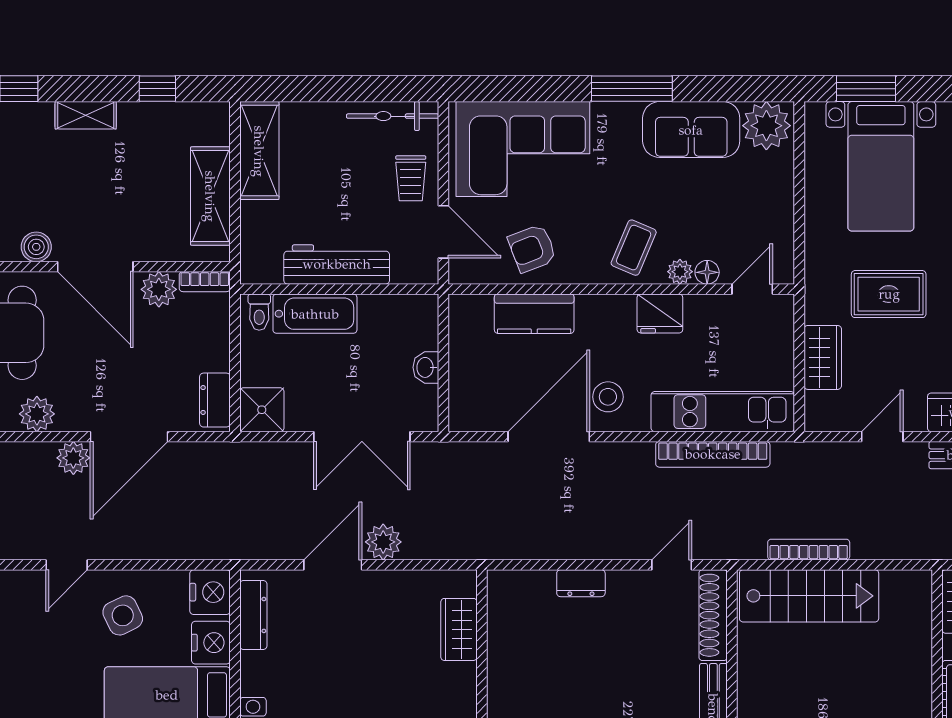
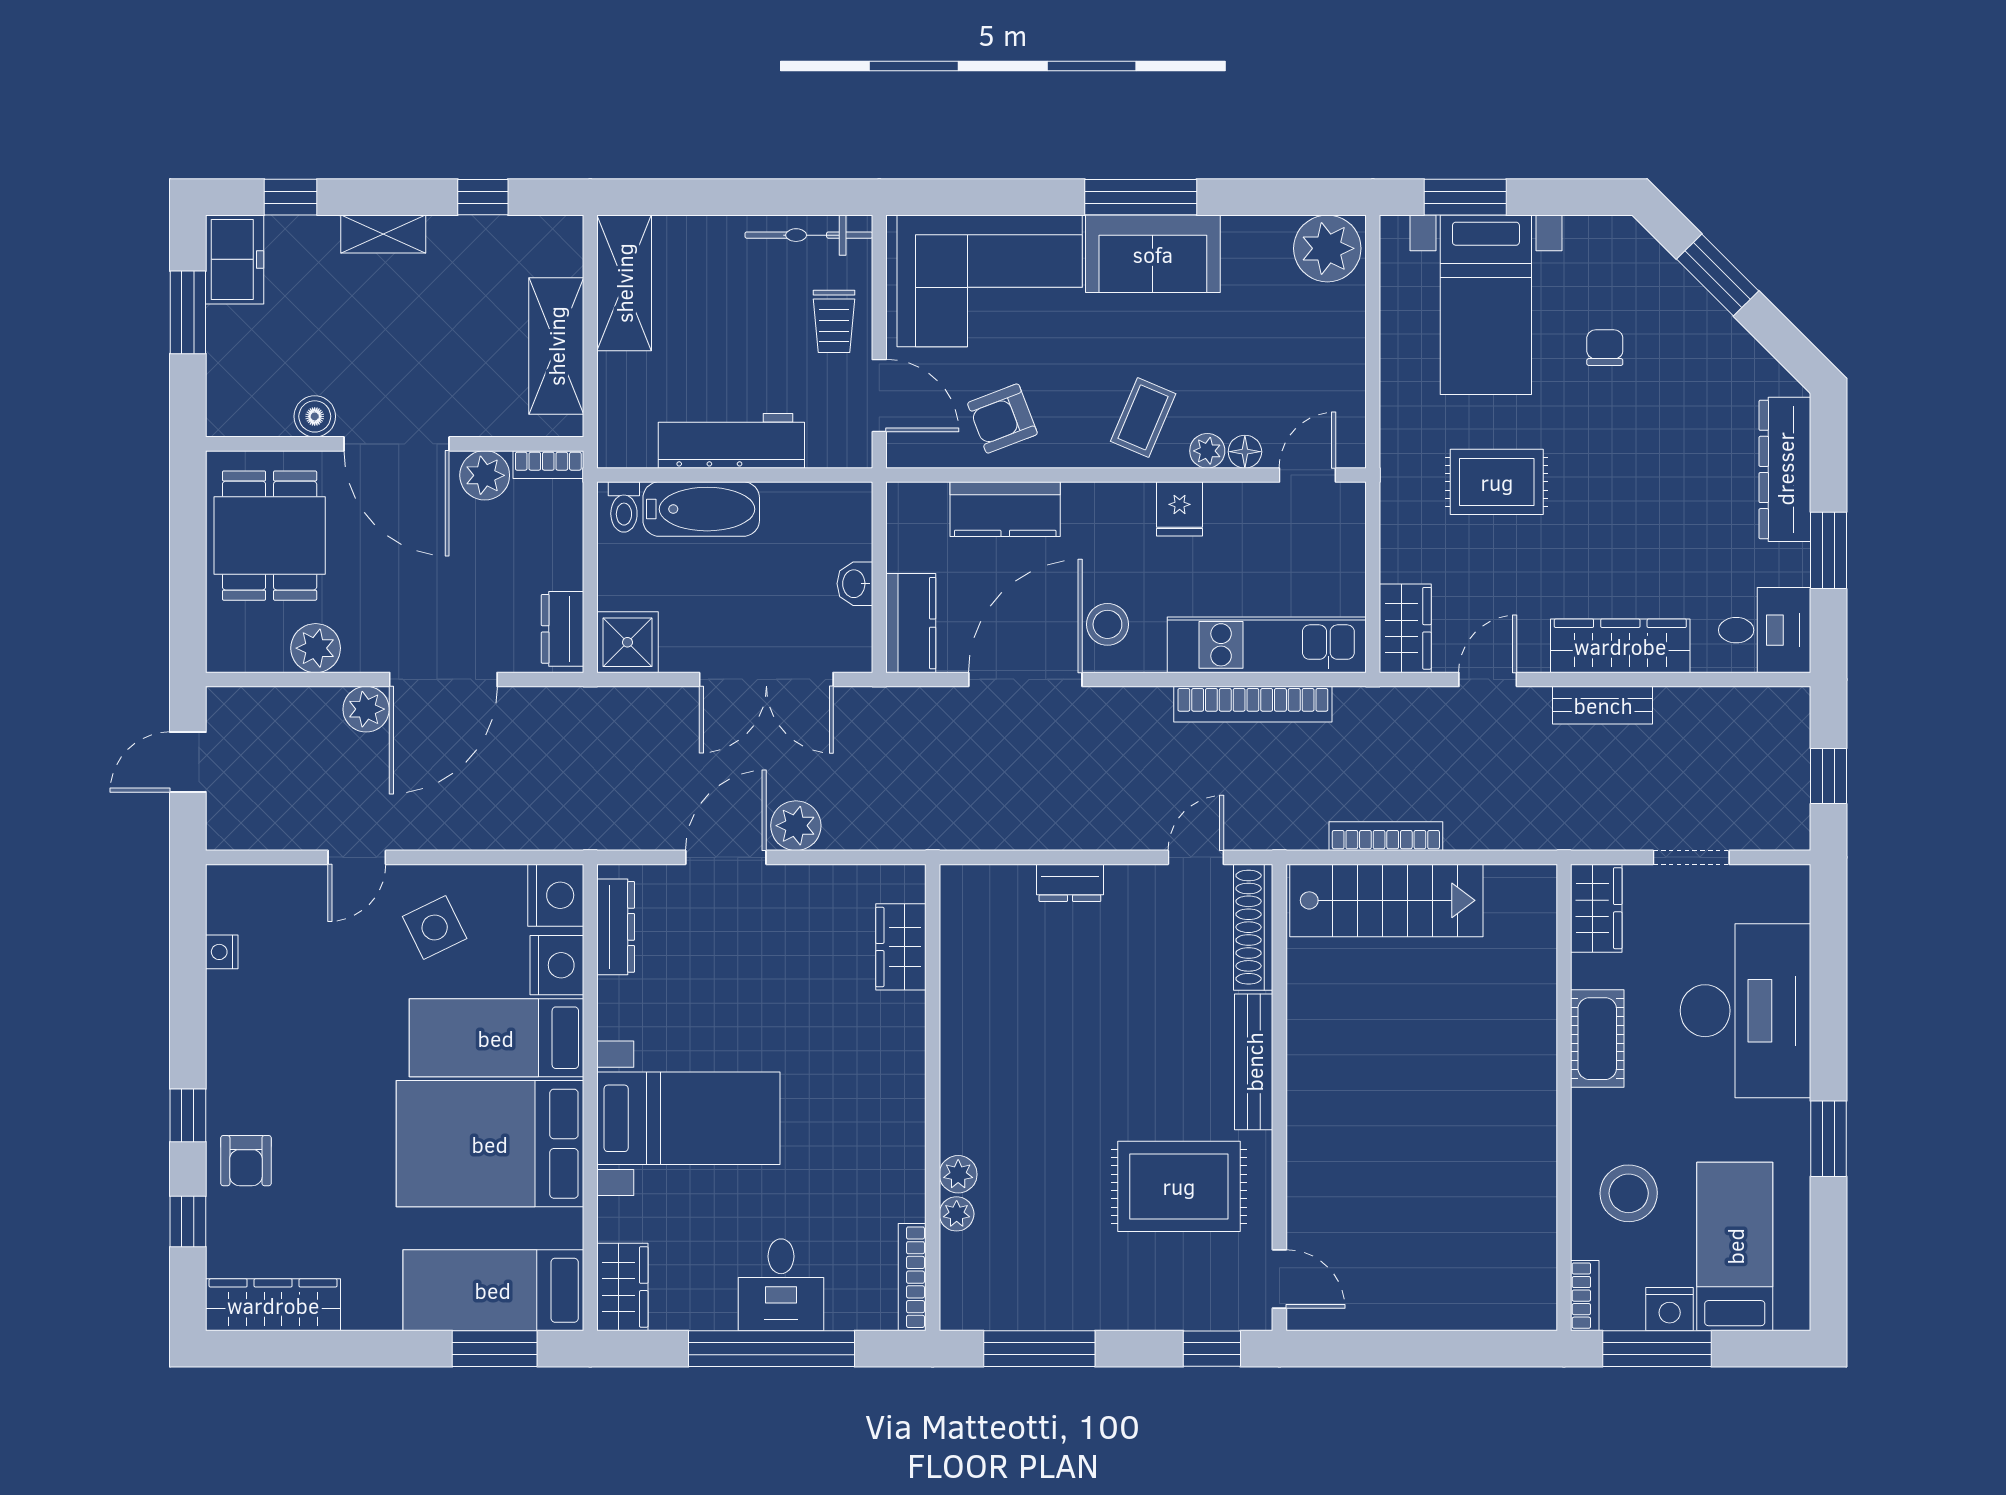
sofa: (691, 130) -> (1153, 254), moved
fridge: (660, 313) -> (1180, 509), width x0.72
wardrobe: (823, 357) -> (1405, 628), moved
kitchen counter: (466, 396) -> (911, 623), added

